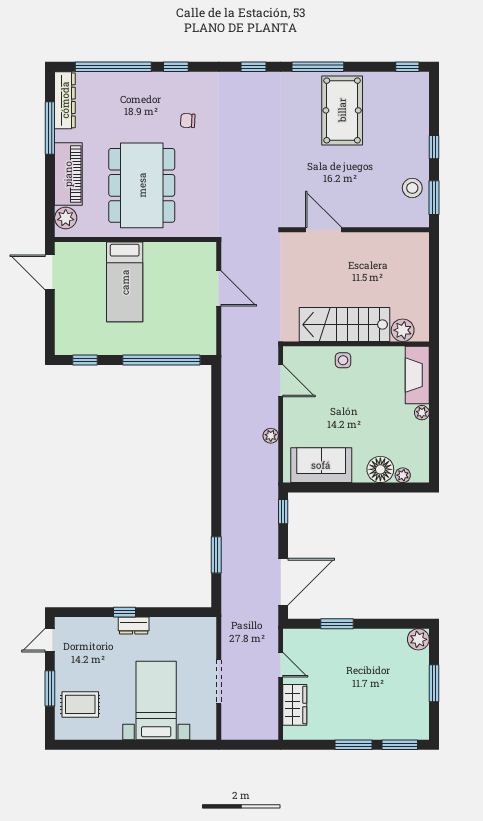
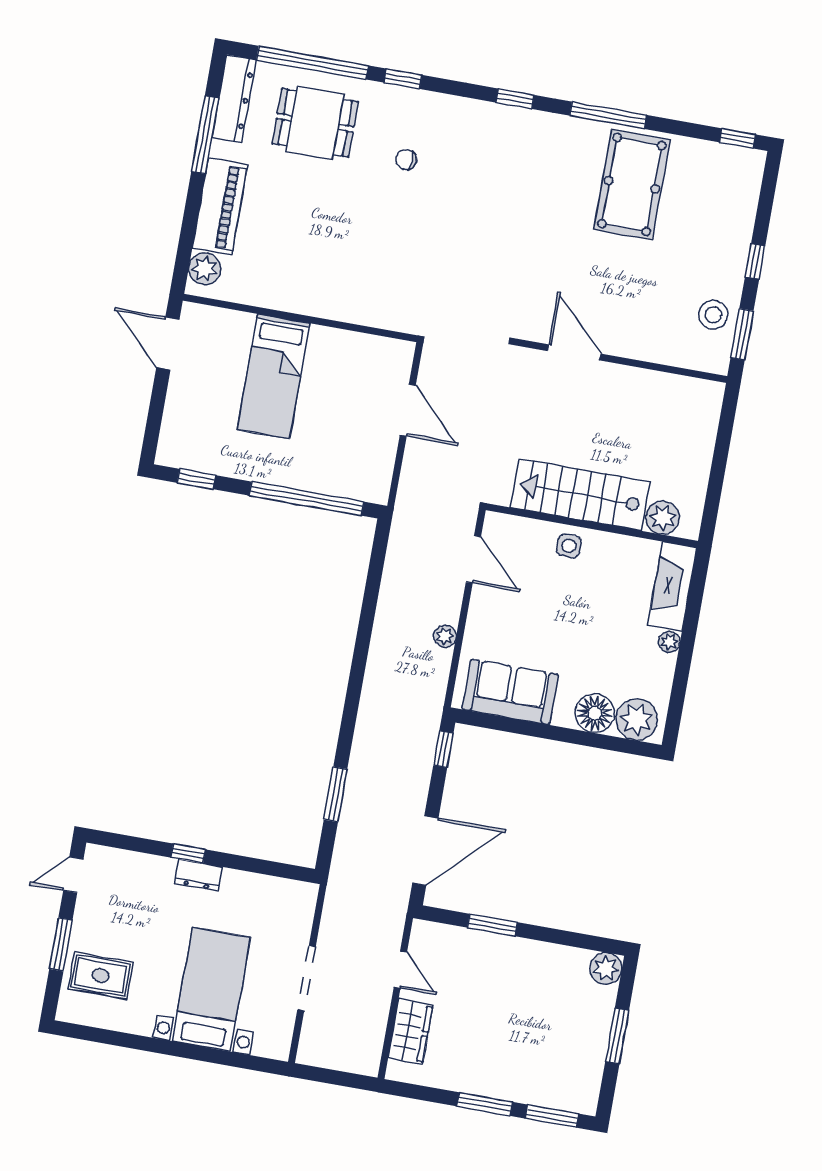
dining table: (142, 185) -> (315, 123), moved, width x0.53, depth x0.80
plant: (403, 475) -> (637, 720), width x1.88, depth x1.88

